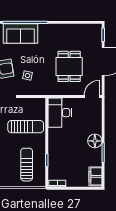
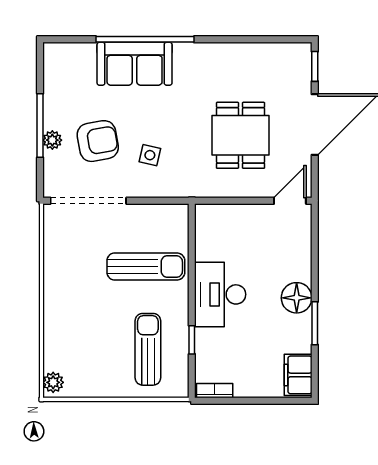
desk: (60, 113) -> (220, 294), moved

